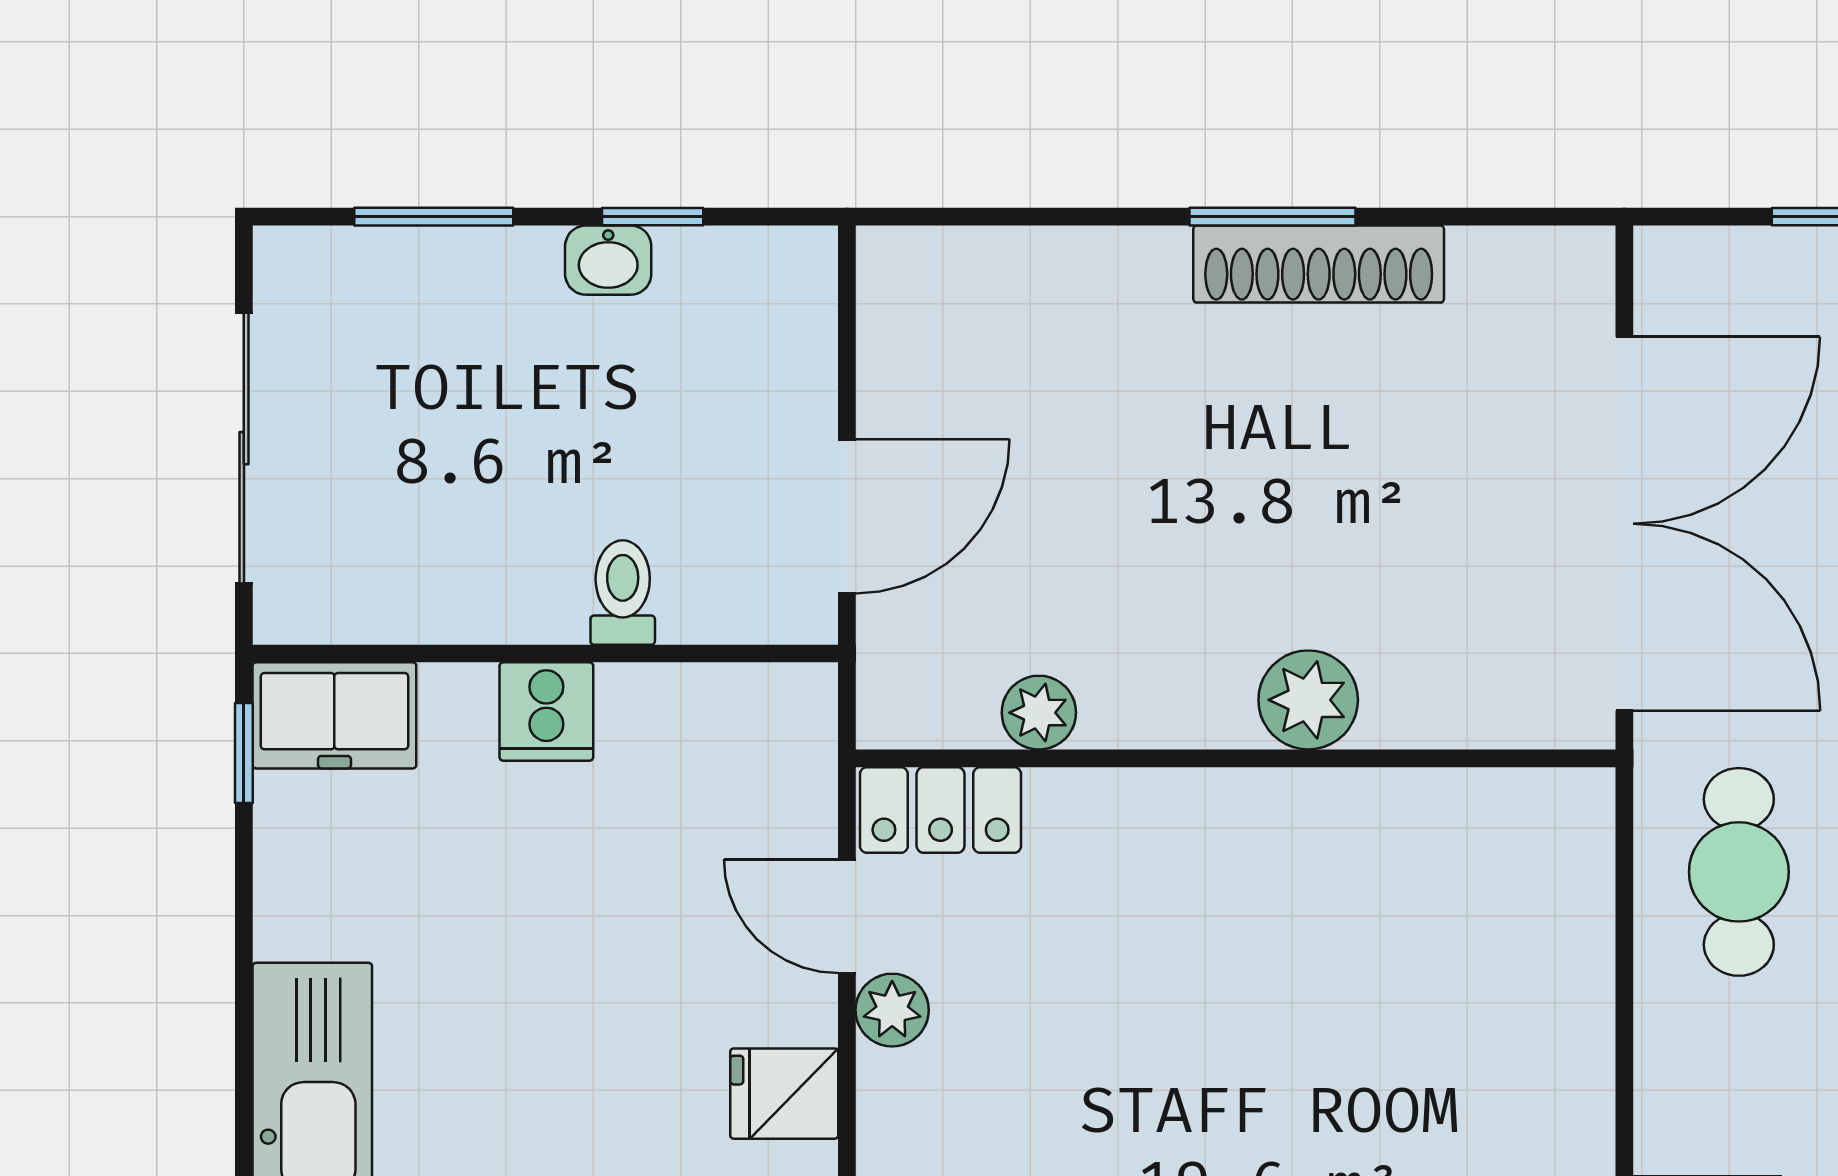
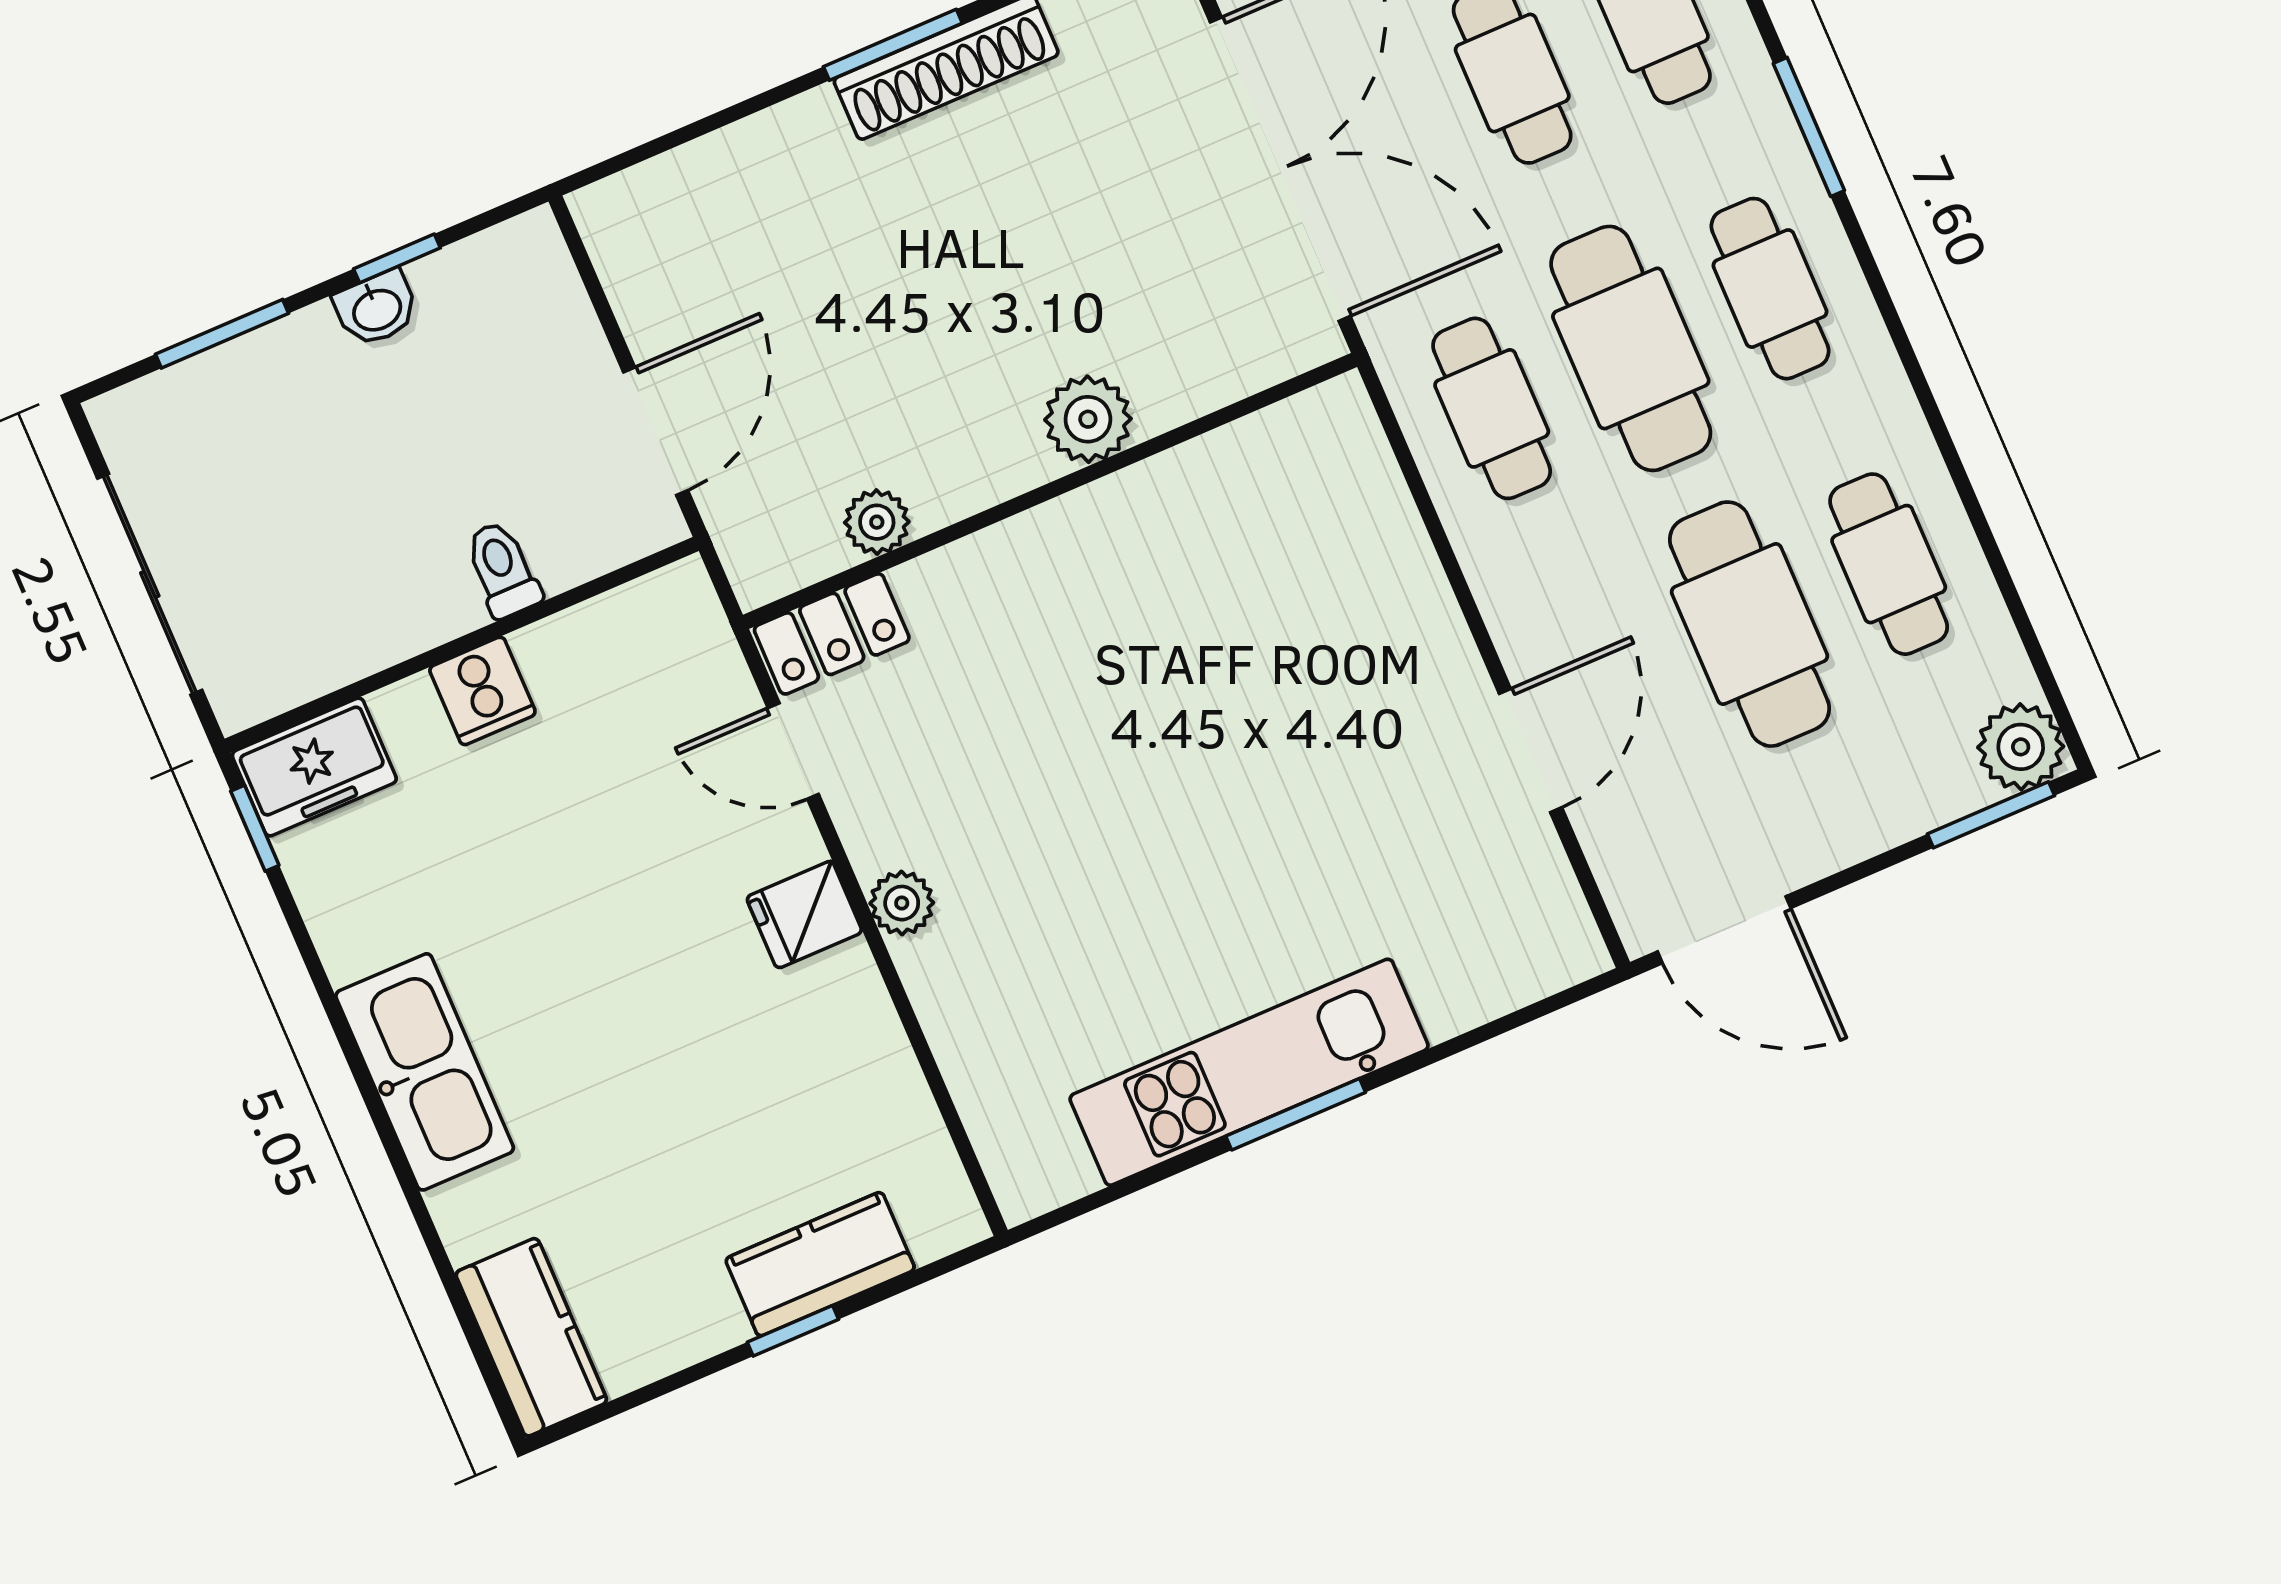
plant: (892, 1010) -> (902, 903), moved

